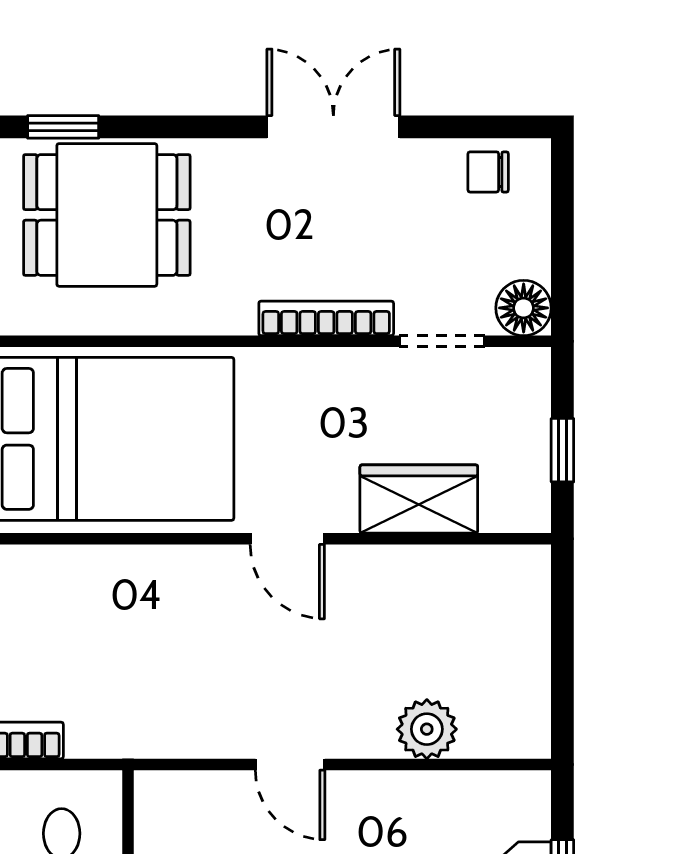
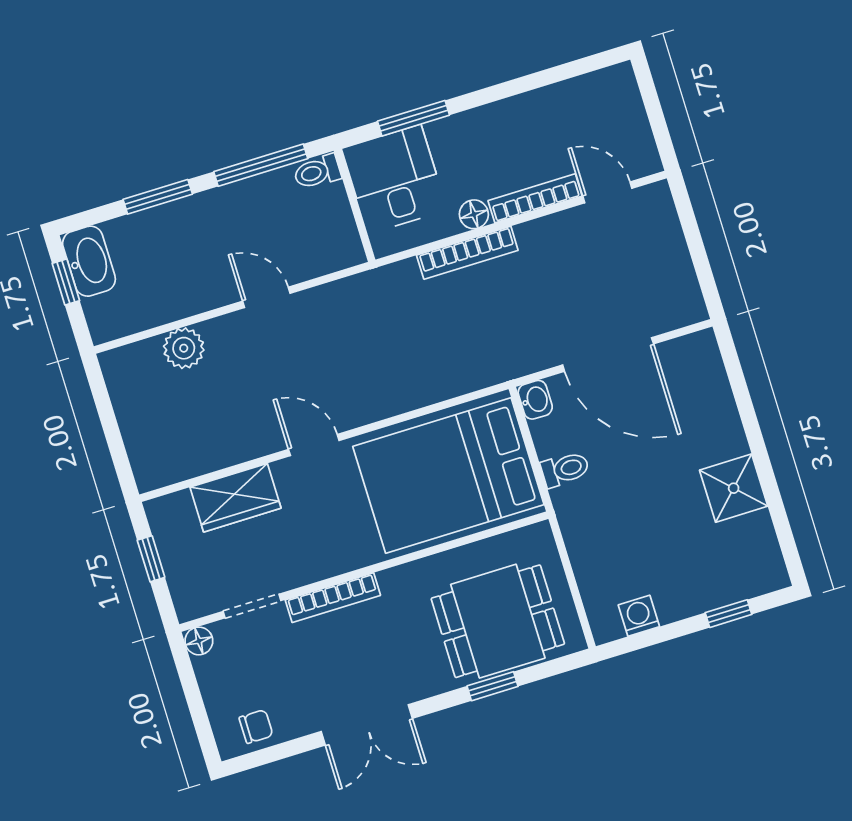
window: (63, 127) -> (493, 686), moved
floor lamp: (524, 308) -> (199, 641), width x0.73, depth x0.73

